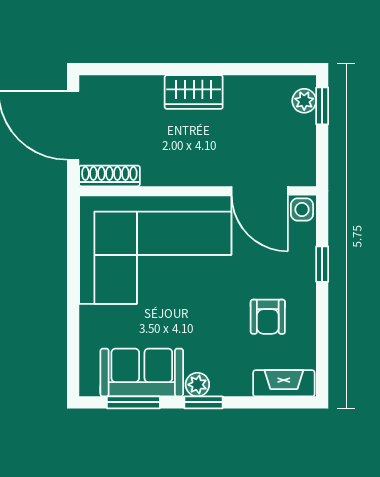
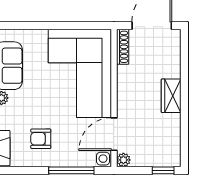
plant: (304, 101) -> (123, 160), moved
window: (322, 264) -> (71, 170), width x2.17

